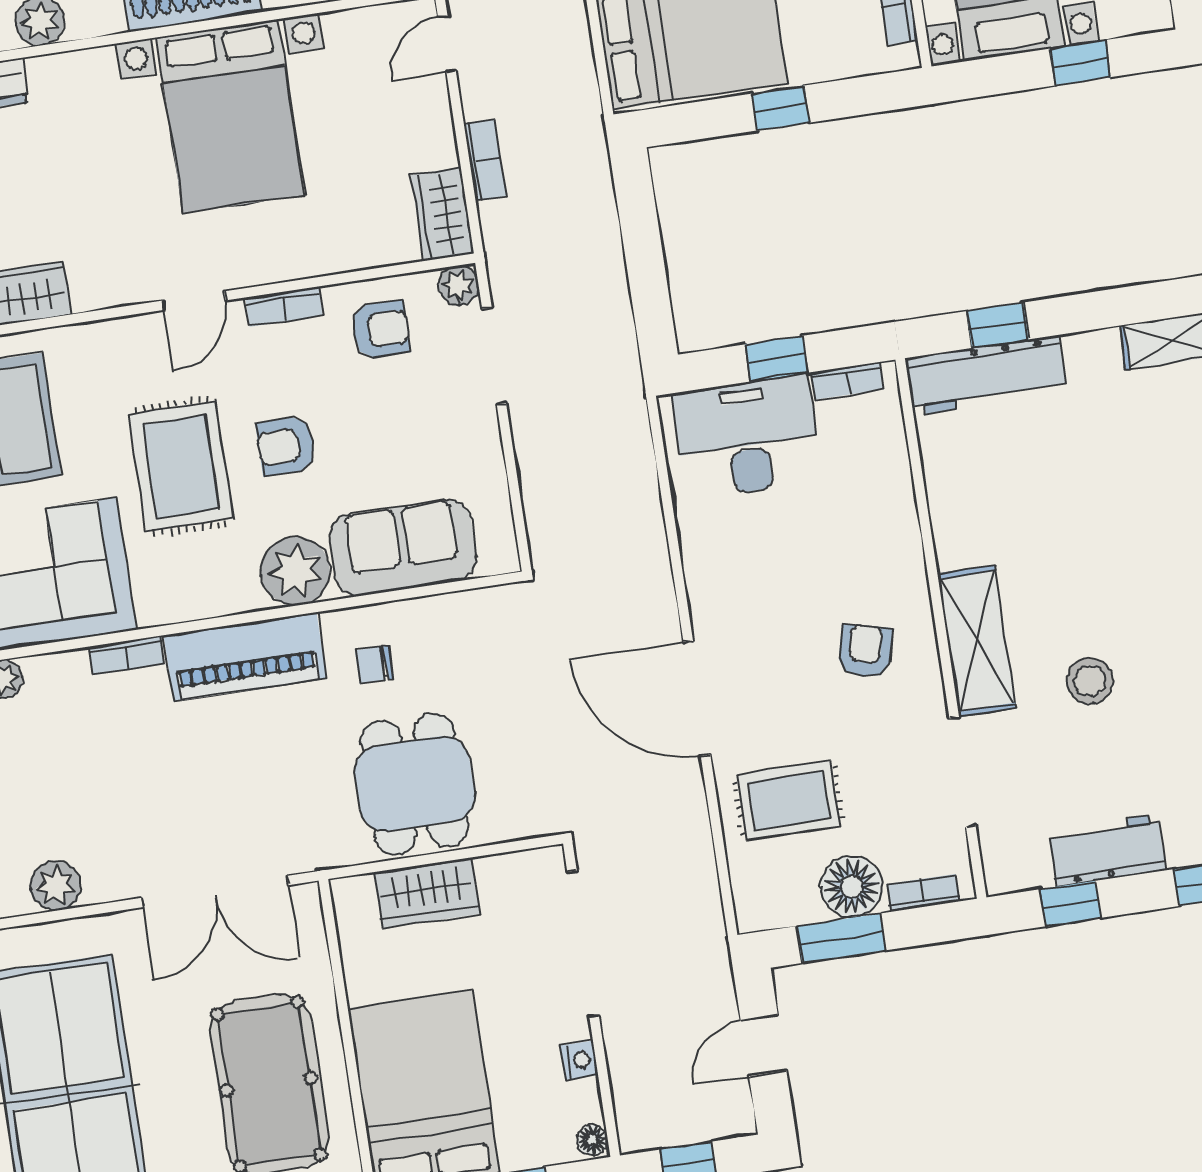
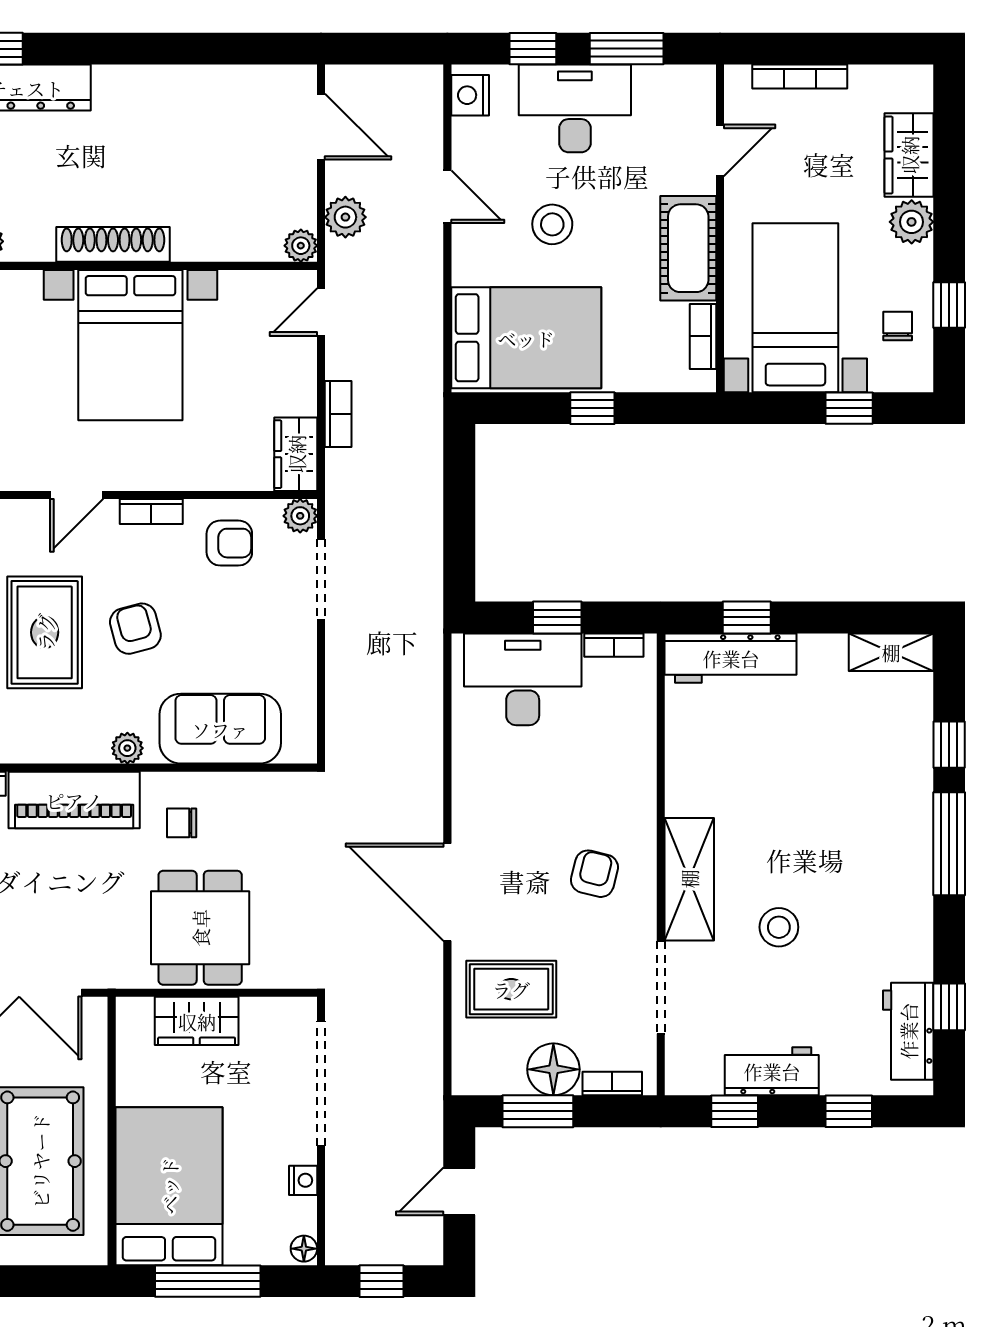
armchair: (286, 446) -> (135, 629), turned 75
plant: (295, 571) -> (127, 748), width x0.53, depth x0.53

